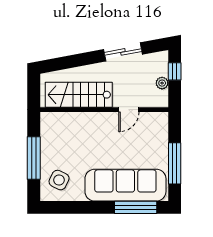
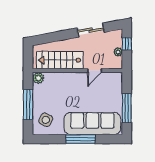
plant: (48, 120) -> (38, 78), added
window: (136, 207) -> (80, 139), moved

